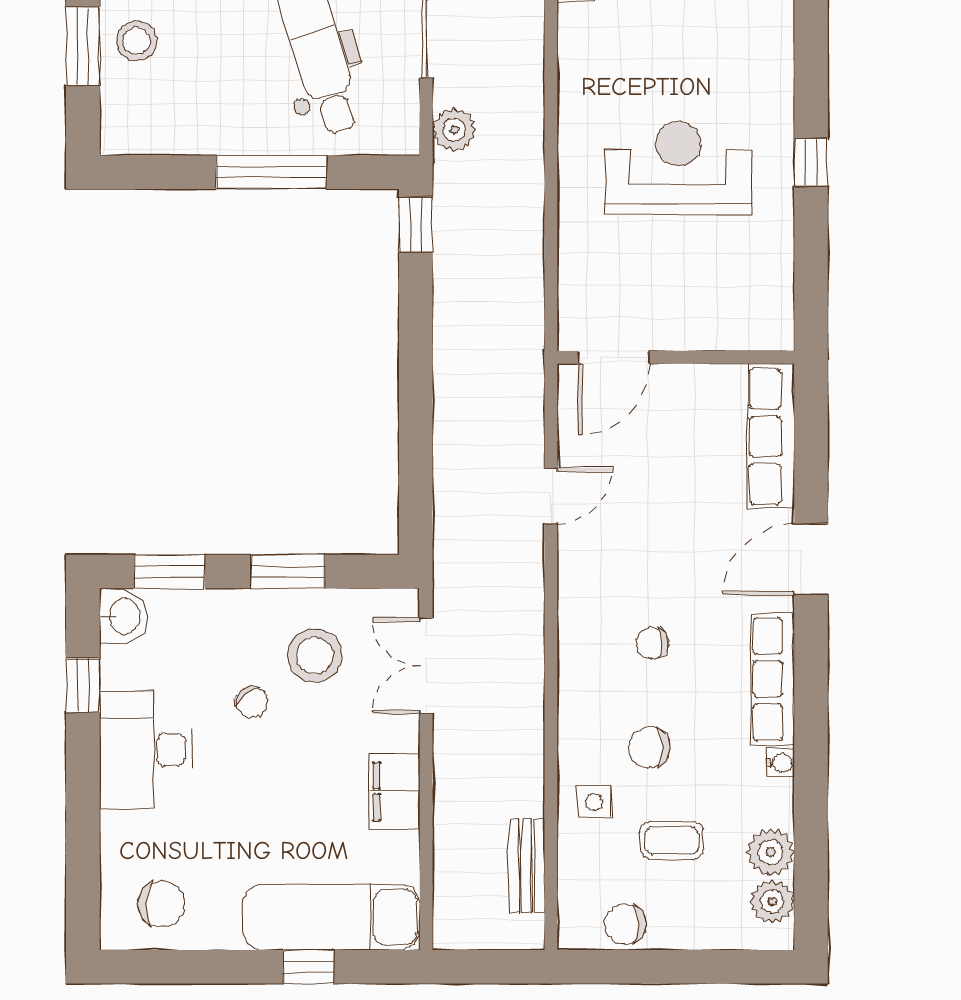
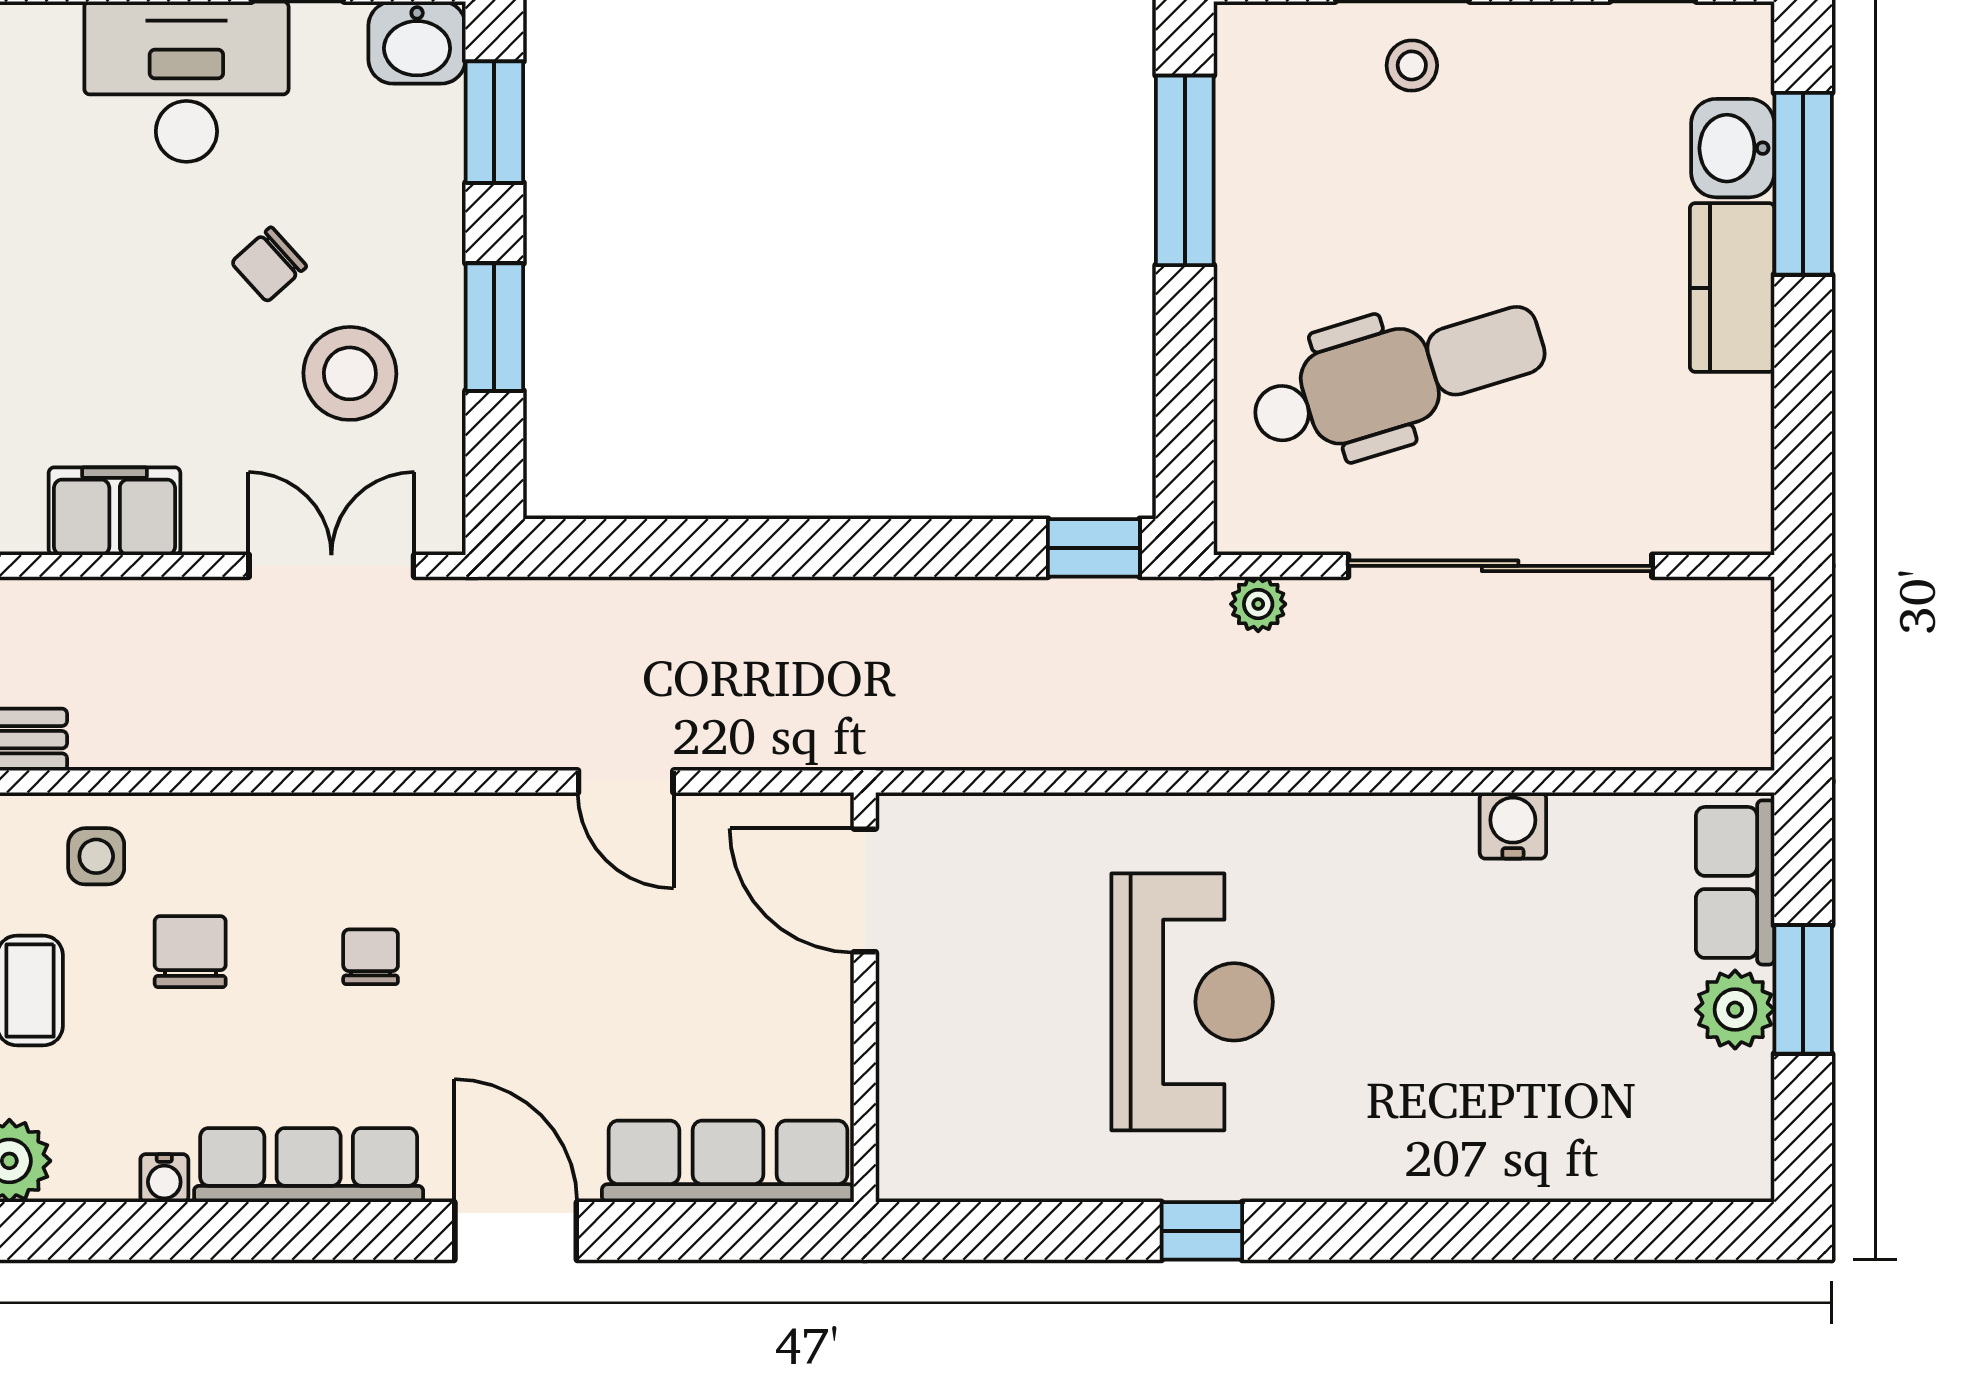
stool: (137, 41) -> (1412, 65), width x0.73, depth x0.73
plant: (454, 130) -> (1258, 604), width x0.73, depth x0.73
window: (271, 172) -> (1185, 170), moved

